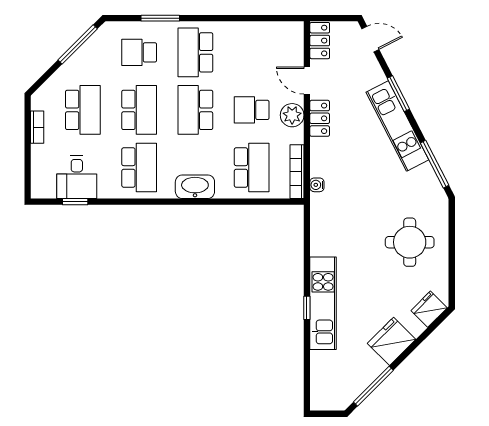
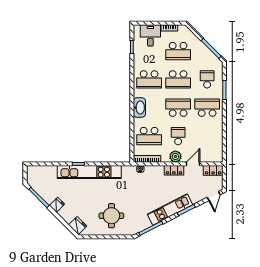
desk: (77, 177) -> (150, 35), moved, turned 90
kitchen unit: (323, 303) -> (89, 172), width x1.36
fridge: (392, 341) -> (57, 205), width x0.53, depth x0.75

